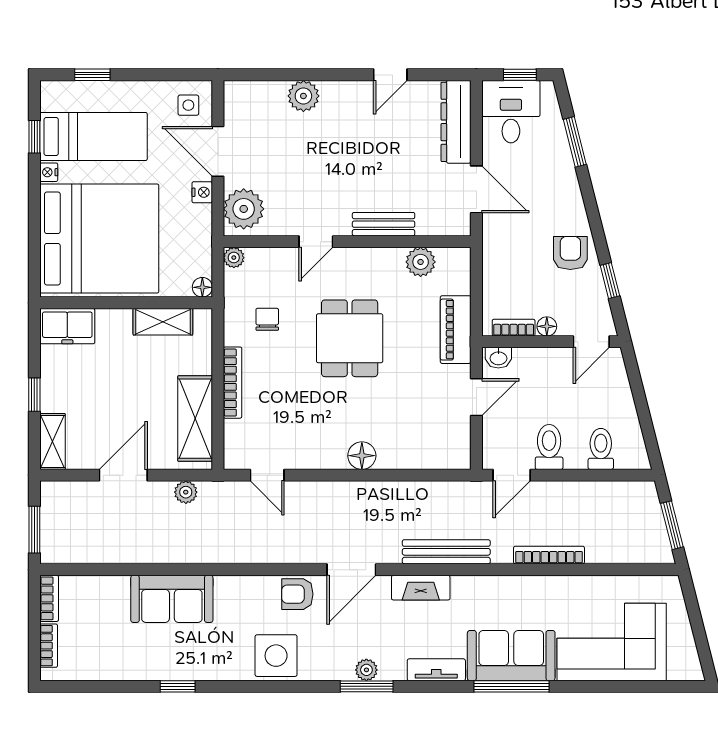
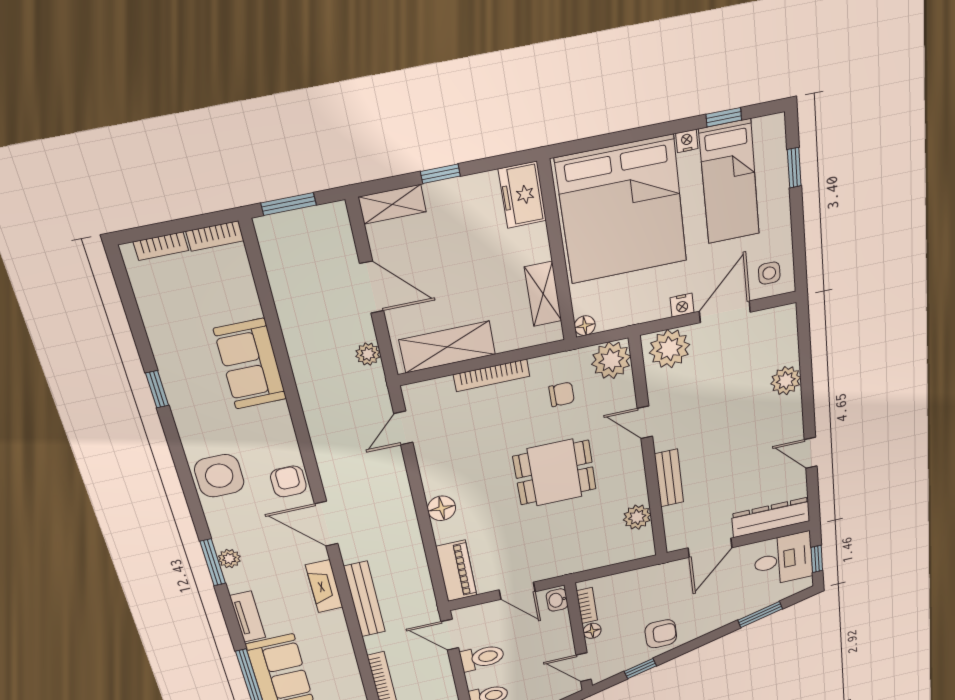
plant: (234, 258) -> (611, 360), width x1.87, depth x1.87
piano: (456, 330) -> (456, 571), moved, turned 90

